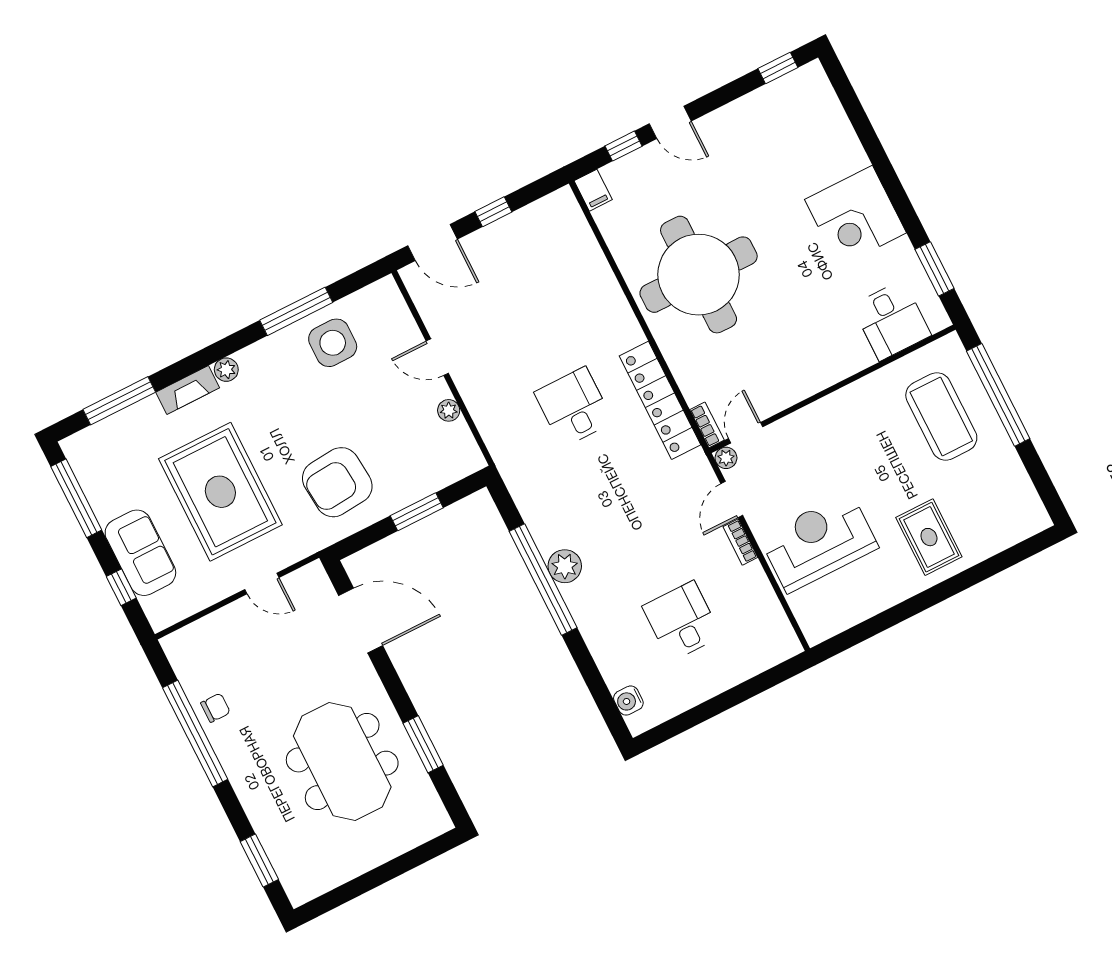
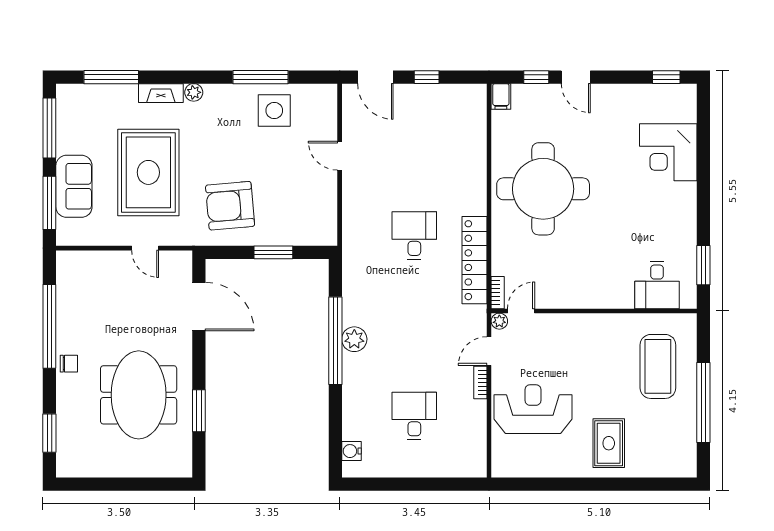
corner desk: (856, 216) -> (668, 152), moved
window: (998, 395) -> (703, 402), moved
plant: (449, 410) -> (329, 195), removed
window: (121, 587) -> (49, 203), width x2.17
chair: (215, 708) -> (69, 364), moved

